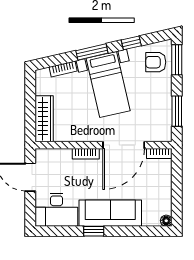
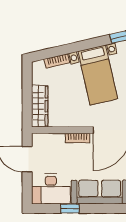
window: (92, 52) -> (83, 45), removed
window: (94, 231) -> (70, 209), moved

